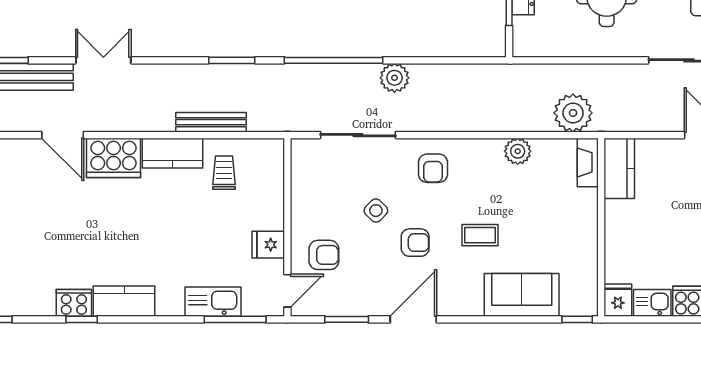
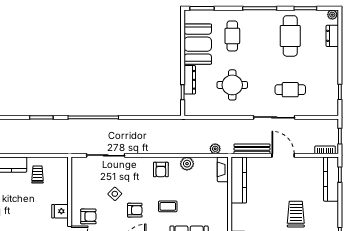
plant: (394, 78) -> (124, 126), removed
plant: (573, 113) -> (215, 149), width x0.53, depth x0.53
bench: (211, 122) -> (252, 149), moved
armchair: (433, 168) -> (161, 170), moved
kitchen counter: (619, 168) -> (239, 180), width x1.50

